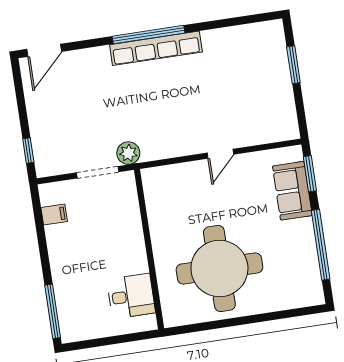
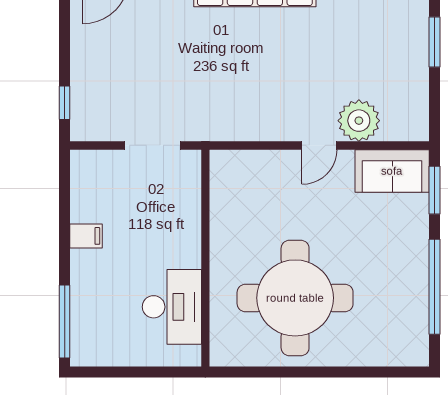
plant: (128, 153) -> (359, 121), moved, width x1.36, depth x1.36
sofa: (292, 191) -> (392, 171), moved, turned -90
filing cabinet: (54, 215) -> (86, 236), moved
desk: (131, 296) -> (172, 307), width x1.37

